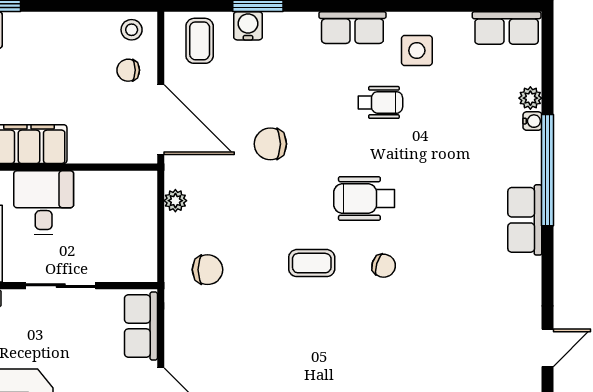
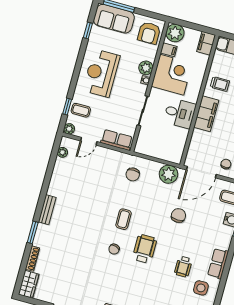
plant: (175, 201) -> (169, 174), width x1.87, depth x1.87

